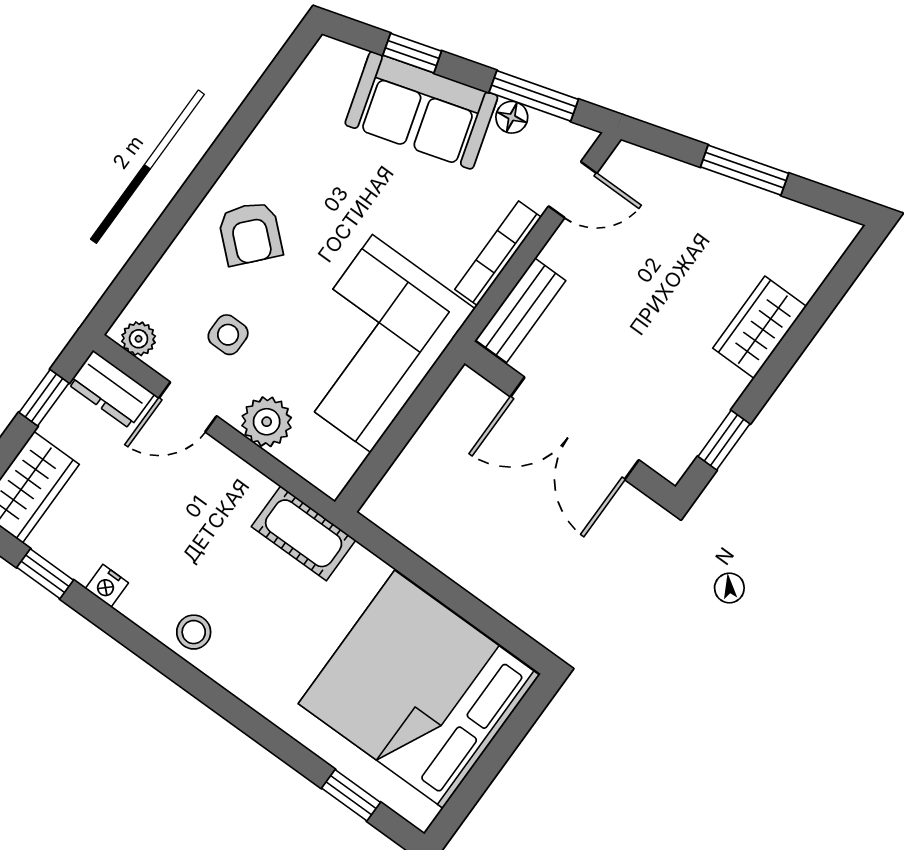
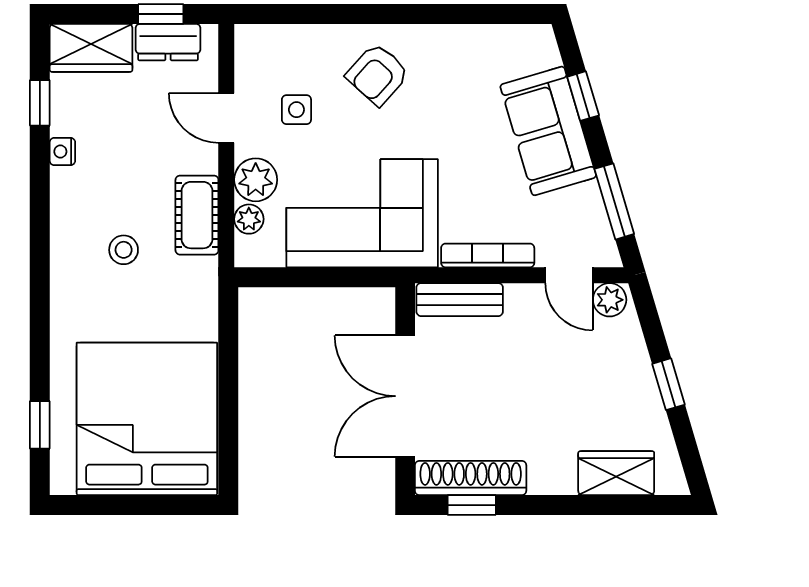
floor lamp: (512, 117) -> (589, 197), removed
plant: (624, 168) -> (610, 300), added
window: (745, 170) -> (668, 384), width x0.67
wardrobe: (760, 327) -> (616, 473), moved
plant: (139, 339) -> (249, 219), moved
dresser: (111, 389) -> (168, 42), moved, turned -90
shoe rack: (698, 423) -> (471, 478), added
cot: (304, 533) -> (197, 215), moved
stool: (194, 632) -> (124, 250), moved

